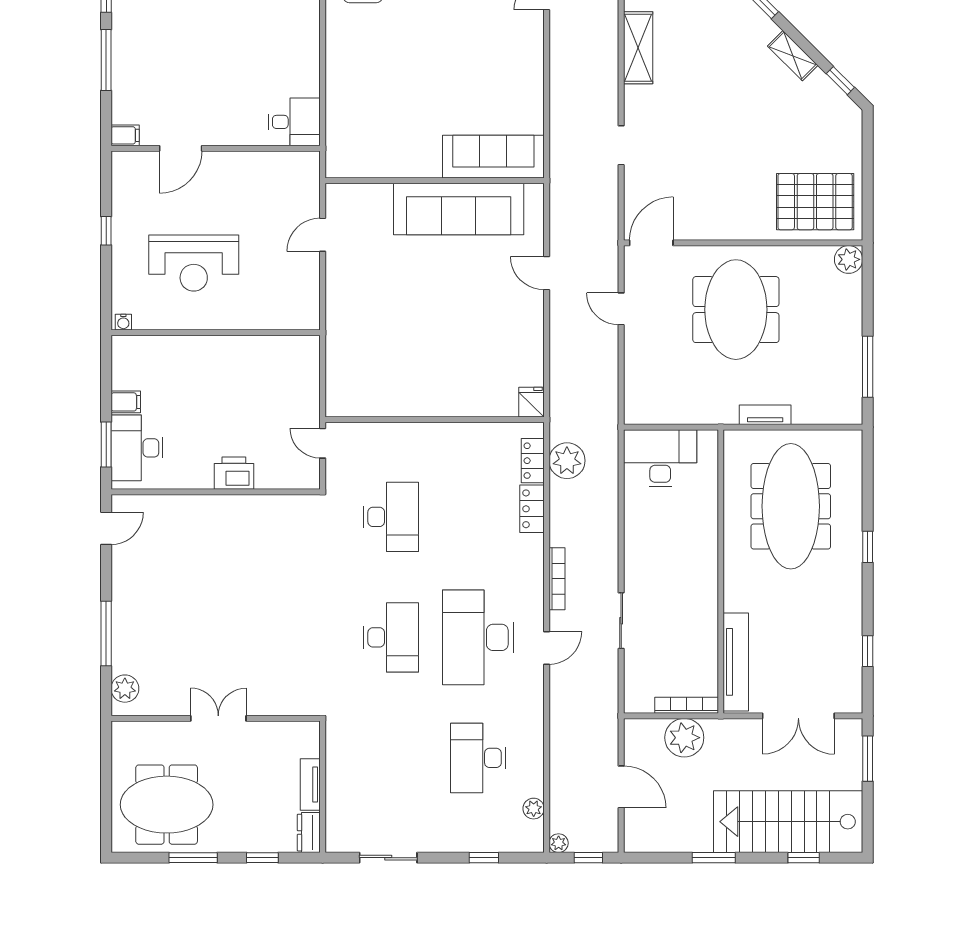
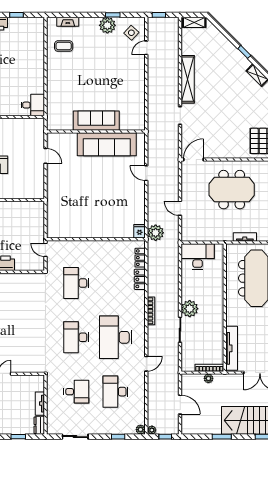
shelving: (638, 48) -> (188, 79), width x1.47
sofa: (493, 157) -> (96, 121), moved
door: (323, 235) -> (45, 156), swing flipped
door: (621, 309) -> (180, 208), moved
meeting table: (736, 310) -> (232, 190), turned 90
plant: (567, 461) -> (156, 233), moved
desk: (391, 517) -> (76, 283), turned 180
plant: (642, 574) -> (190, 309), added
desk: (391, 637) -> (76, 337), turned 180
door: (547, 648) -> (146, 364), moved
plant: (684, 738) -> (208, 378), width x0.53, depth x0.53
desk: (391, 758) -> (76, 392), added
plant: (534, 809) -> (141, 430), moved

